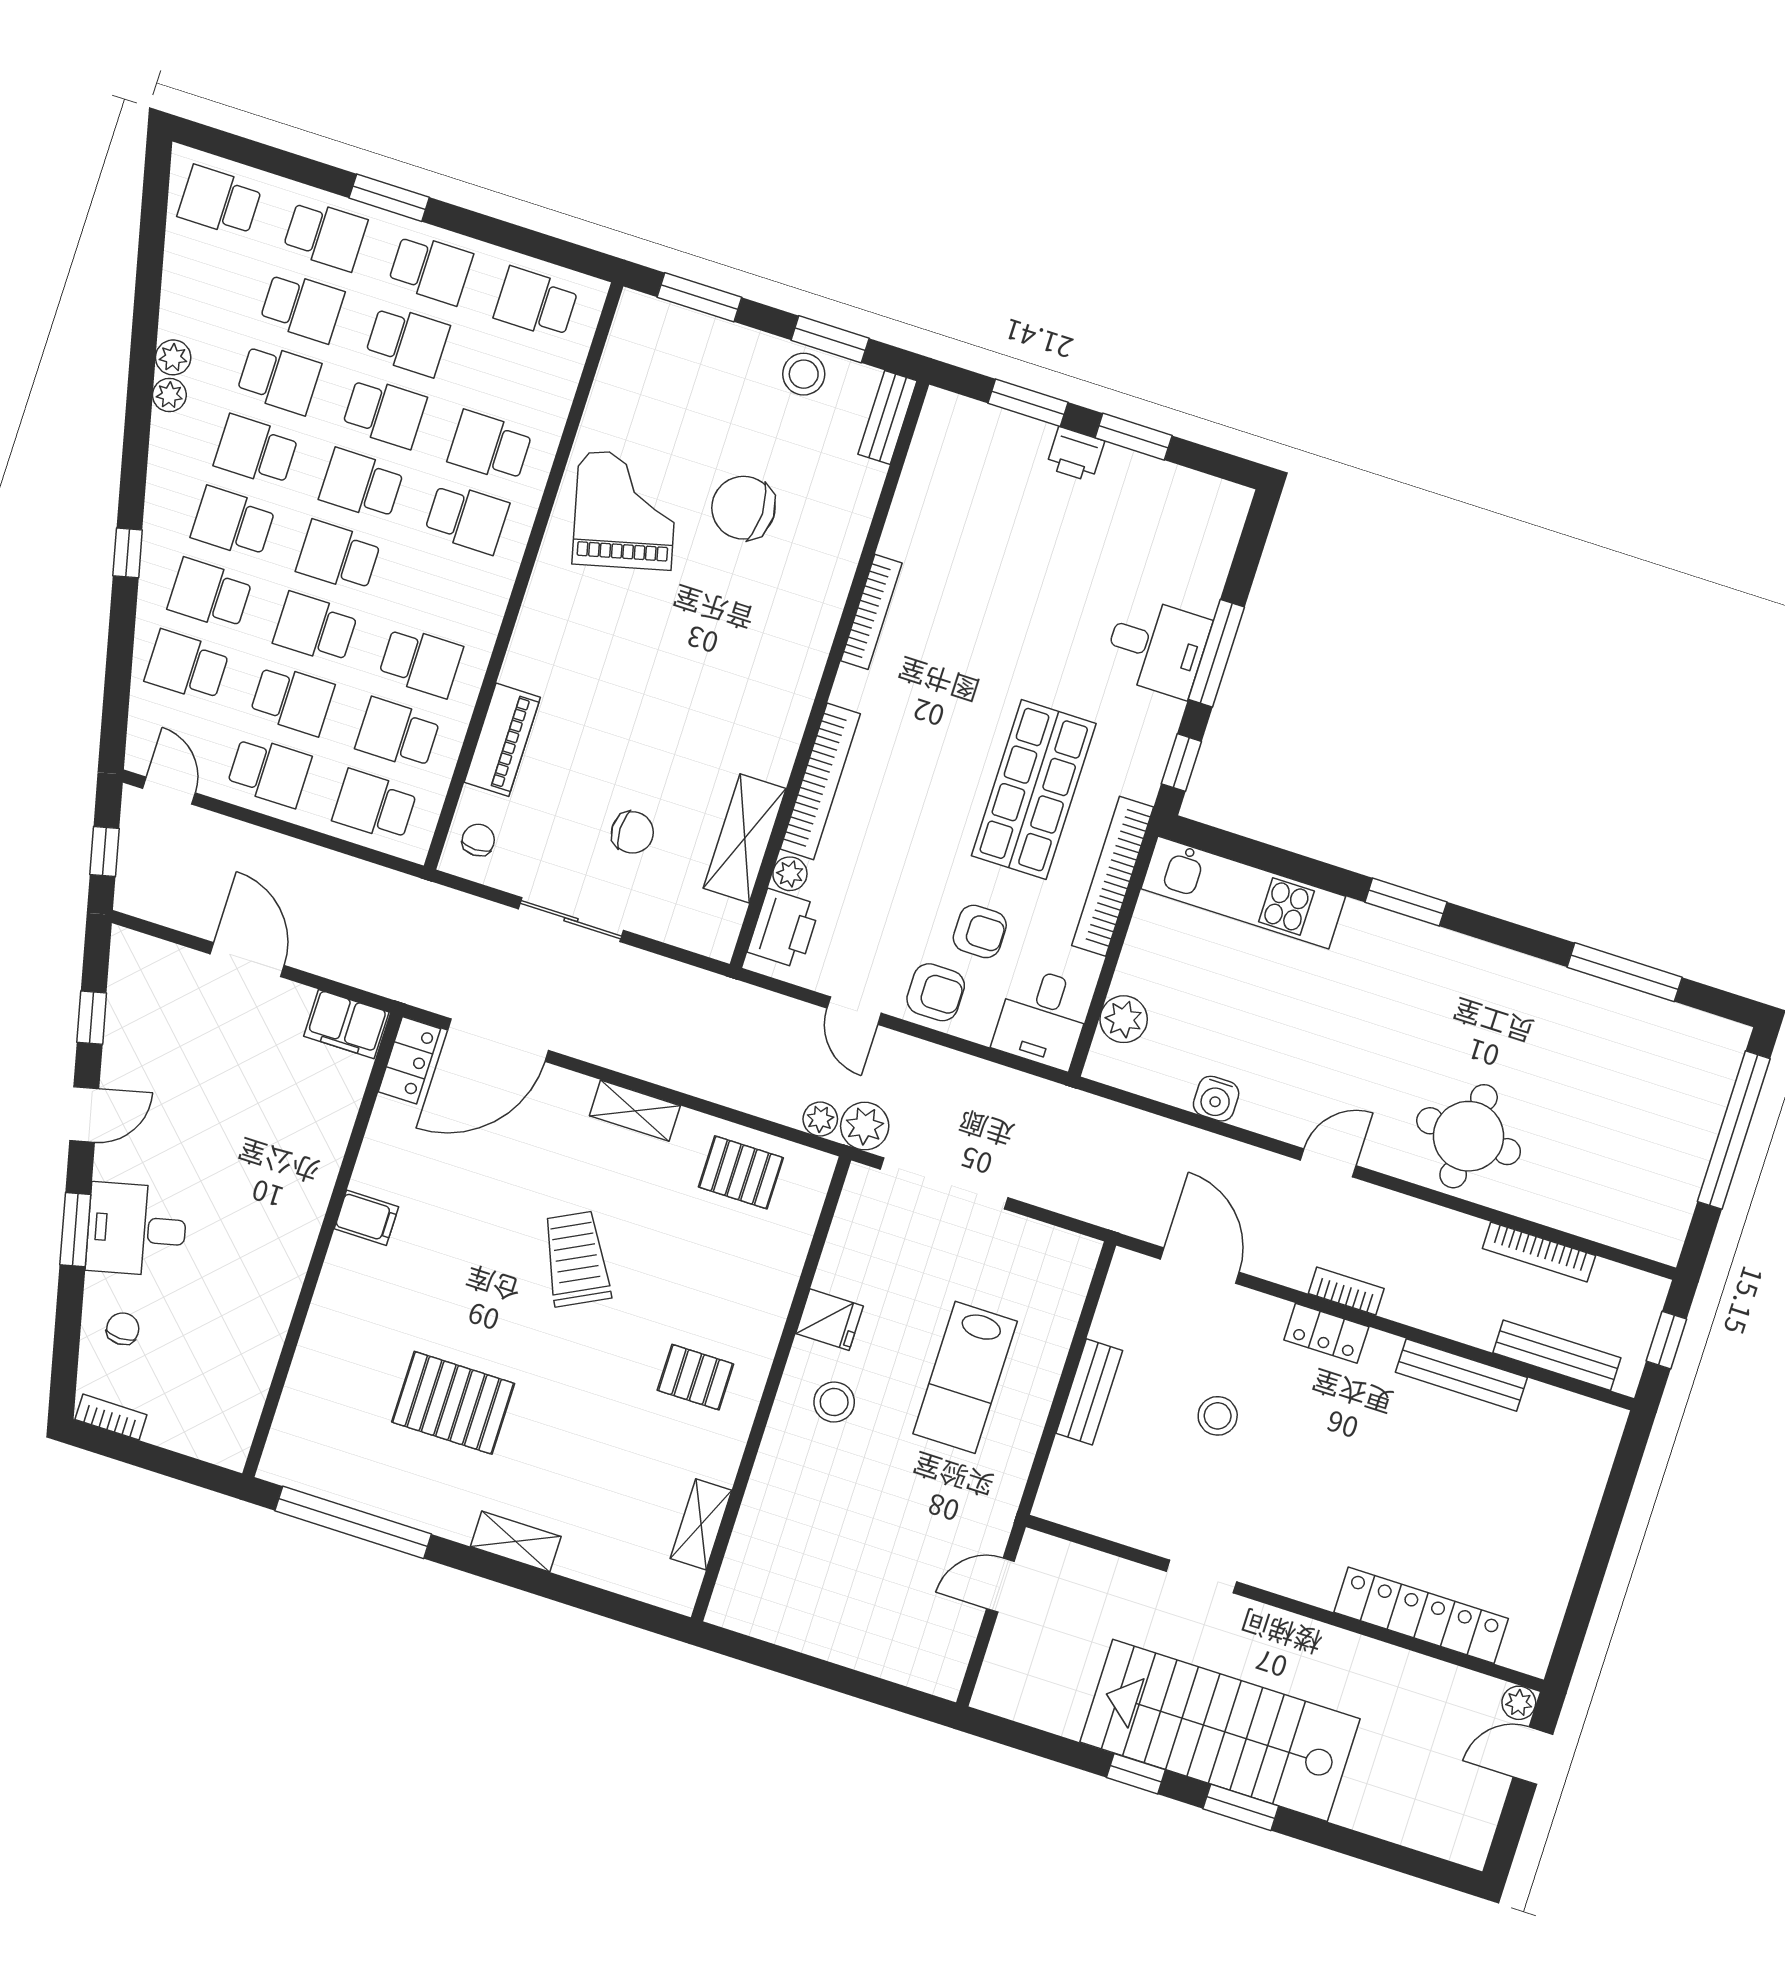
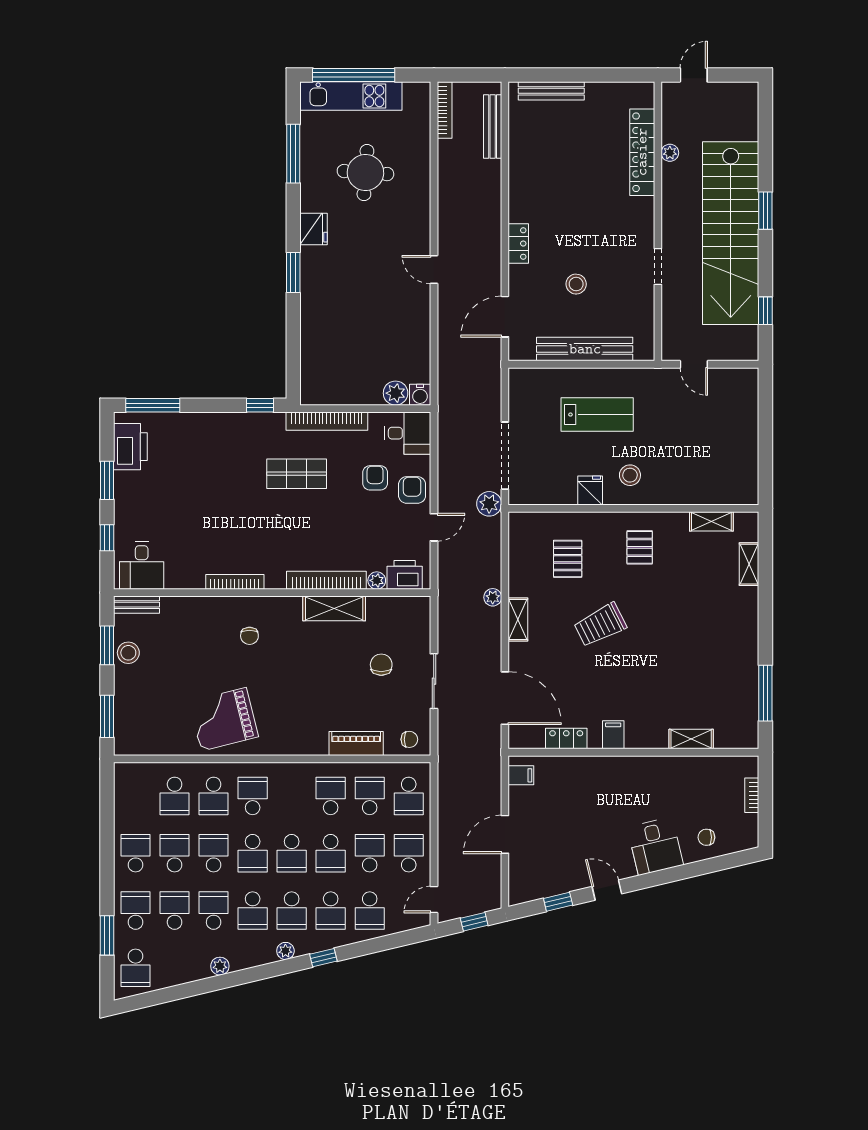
window: (389, 198) -> (107, 935), moved
school desk: (536, 303) -> (175, 796), moved
plant: (169, 395) -> (285, 951), moved
window: (1028, 403) -> (107, 538), width x0.67
printer: (1075, 454) -> (130, 447), moved, width x1.87, depth x1.48
chair: (743, 508) -> (249, 636), moved, width x0.54, depth x0.54
desk: (1157, 647) -> (142, 566), moved, turned 180
window: (1216, 653) -> (153, 405), moved
school desk: (398, 734) -> (370, 796), turned 180
shop shelf: (1034, 790) -> (297, 474), width x0.70, depth x0.74
shelving: (745, 838) -> (334, 608), moved
chair: (478, 840) -> (409, 739), turned 180
kitchen unit: (1243, 893) -> (351, 96), moved, turned 90
fridge: (1474, 965) -> (313, 229), added
filing cabinet: (346, 1024) -> (521, 775), width x0.50
locker: (409, 1060) -> (566, 738), moved
water cooler: (1216, 1099) -> (420, 395), moved, turned 90
plant: (820, 1119) -> (493, 597), moved
round table: (1469, 1136) -> (365, 173), moved
pallet: (741, 1172) -> (568, 559), moved
window: (75, 1230) -> (665, 876), removed
bookcase: (1539, 1252) -> (445, 110), moved
bookcase: (1346, 1291) -> (494, 240), removed
window: (1666, 1340) -> (468, 75), removed
shelving: (313, 1359) -> (691, 739), added
bench: (1461, 1375) -> (551, 91), moved, turned 90
bench: (1089, 1392) -> (585, 349), width x1.86, depth x1.21
pallet: (453, 1403) -> (691, 663), removed
bookcase: (111, 1417) -> (752, 795), moved
window: (353, 1522) -> (765, 693), width x0.68
shelving: (516, 1541) -> (749, 564), moved
plant: (1519, 1703) -> (670, 153), moved
stairs: (1220, 1730) -> (731, 233), width x1.36
door: (1533, 1756) -> (694, 75), swing flipped
window: (1136, 1774) -> (765, 311), moved

